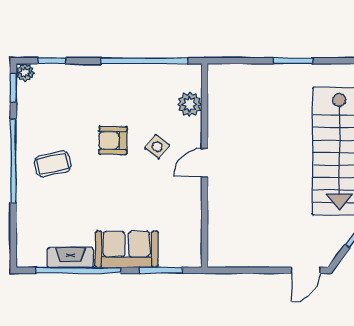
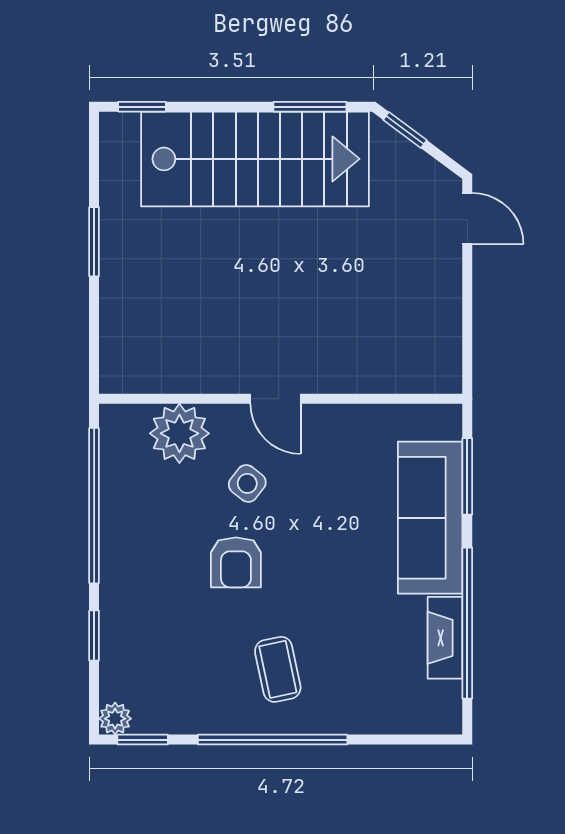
window: (52, 61) -> (94, 636), moved
plant: (190, 104) -> (179, 433), width x1.36, depth x1.36
sofa: (127, 249) -> (430, 518), width x1.36

